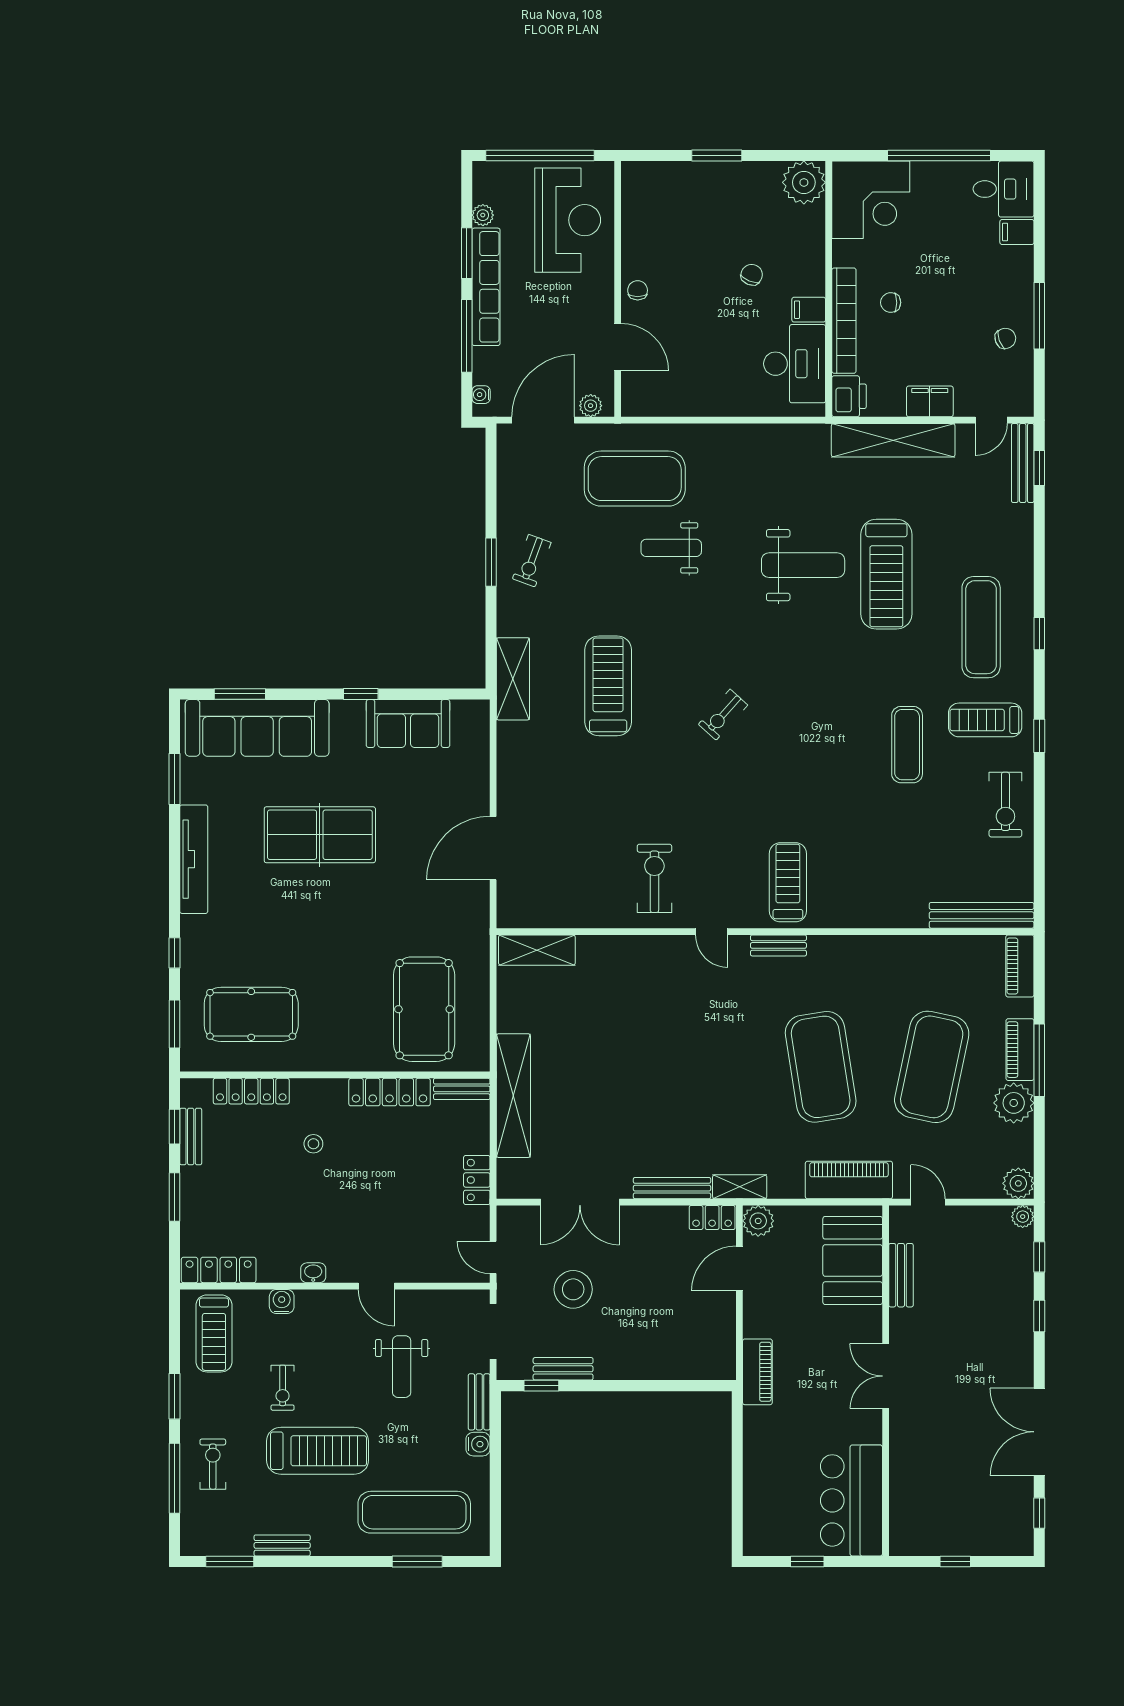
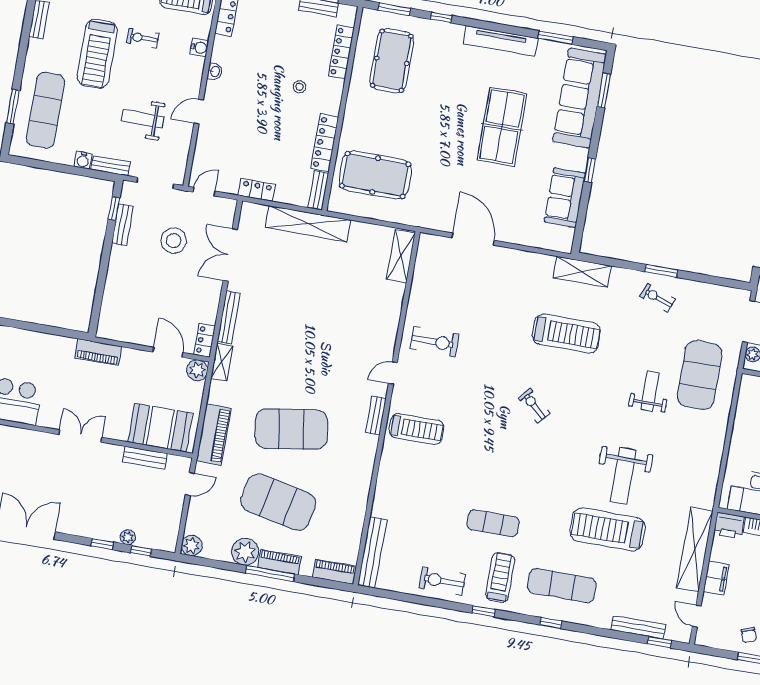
bench: (1023, 463) -> (638, 627), moved
plant: (1023, 1217) -> (128, 537), moved

